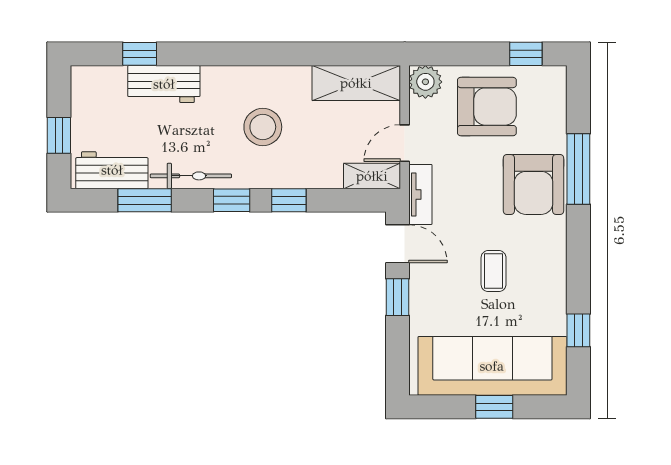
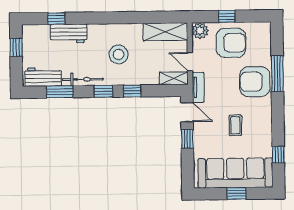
window: (526, 54) -> (227, 16), moved
window: (59, 135) -> (16, 48), moved
door: (405, 143) -> (190, 62), hinge flipped
armchair: (534, 184) -> (255, 82), turned 90

